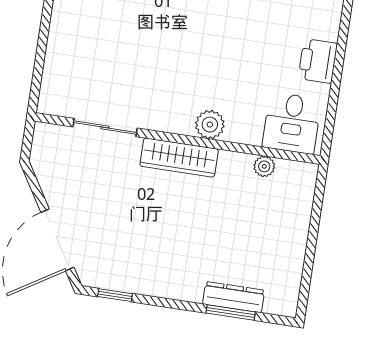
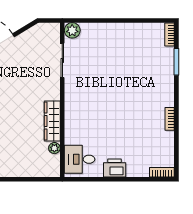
plant: (210, 125) -> (72, 30), moved
wardrobe: (179, 157) -> (52, 121), moved

